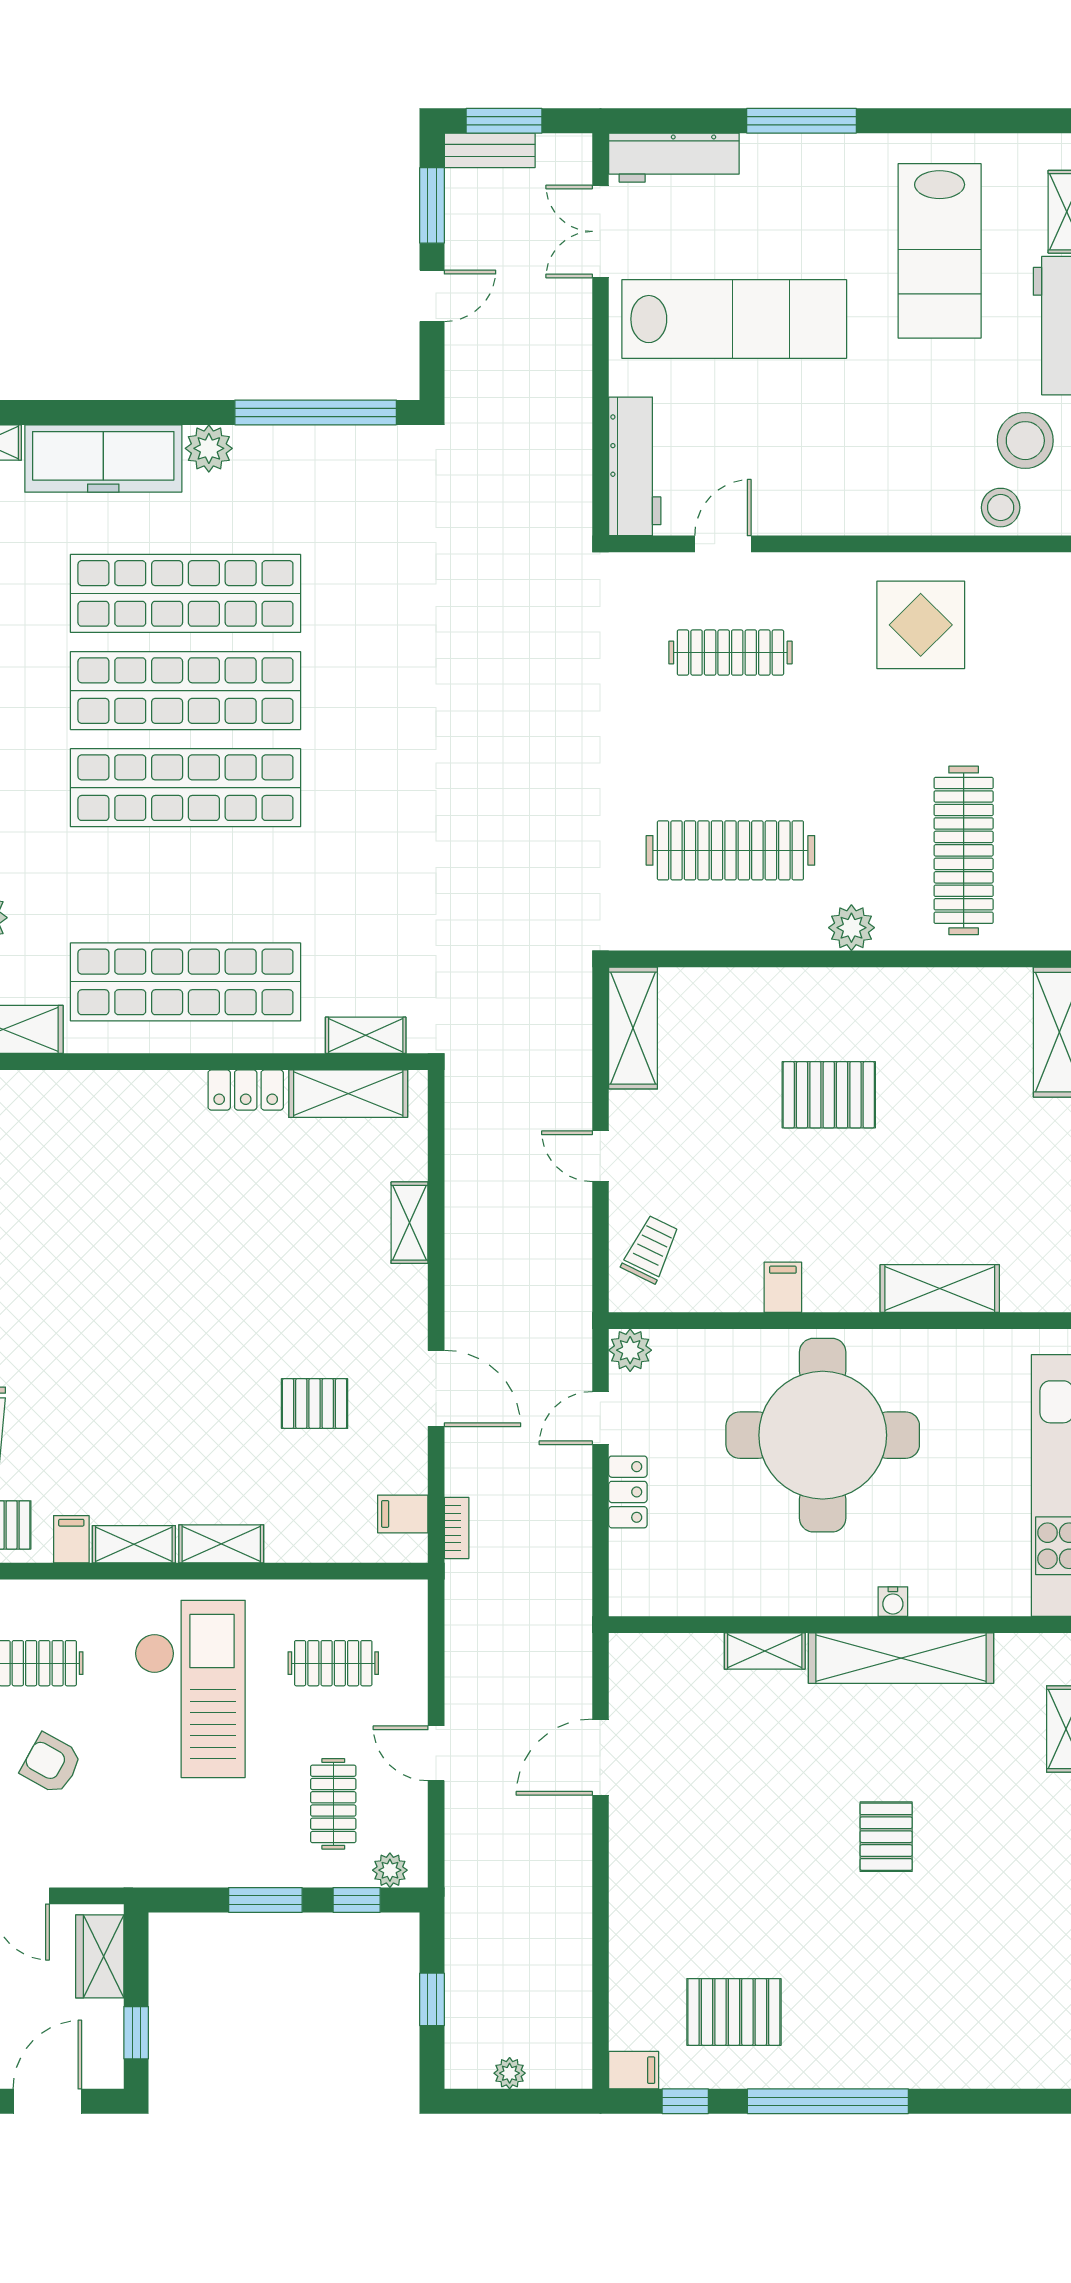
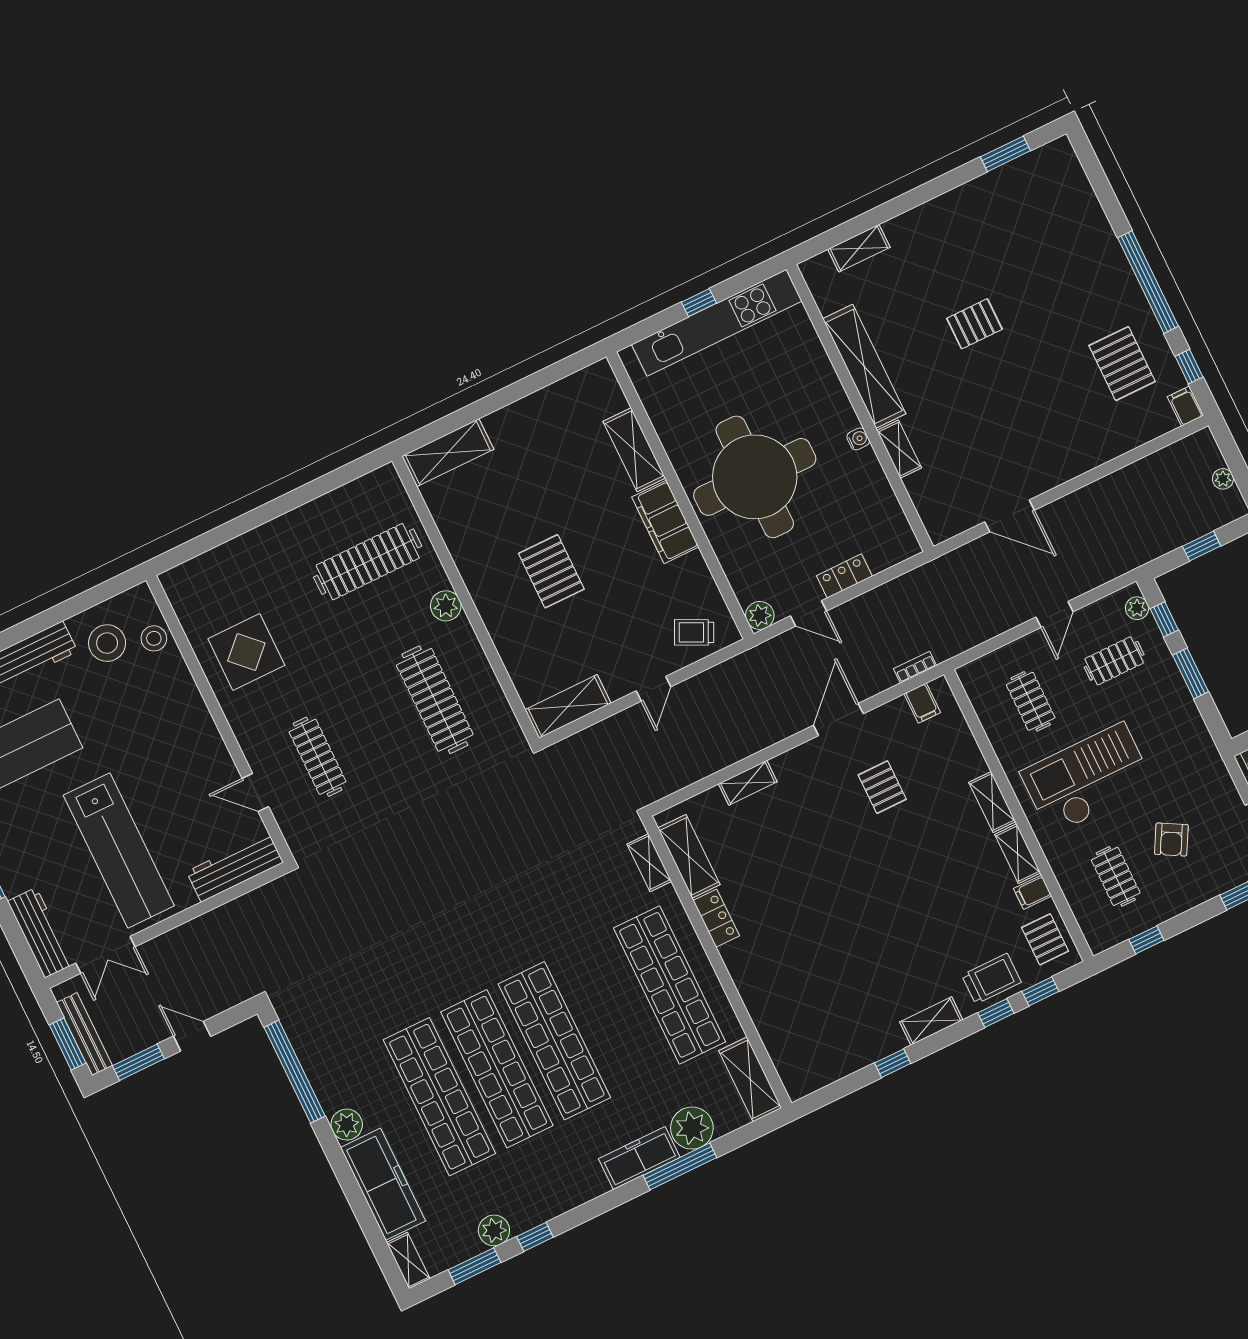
bench: (490, 150) -> (84, 1034), width x1.36
lab bench: (734, 319) -> (119, 851), turned 180
filing cabinet: (783, 1287) -> (665, 522), width x3.00, depth x1.17
water cooler: (893, 1602) -> (858, 439), moved

